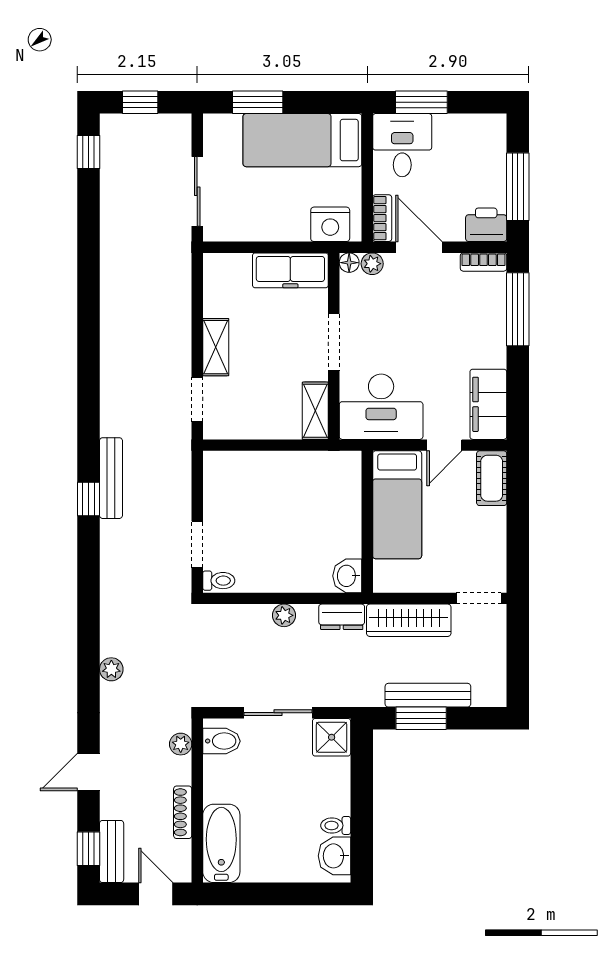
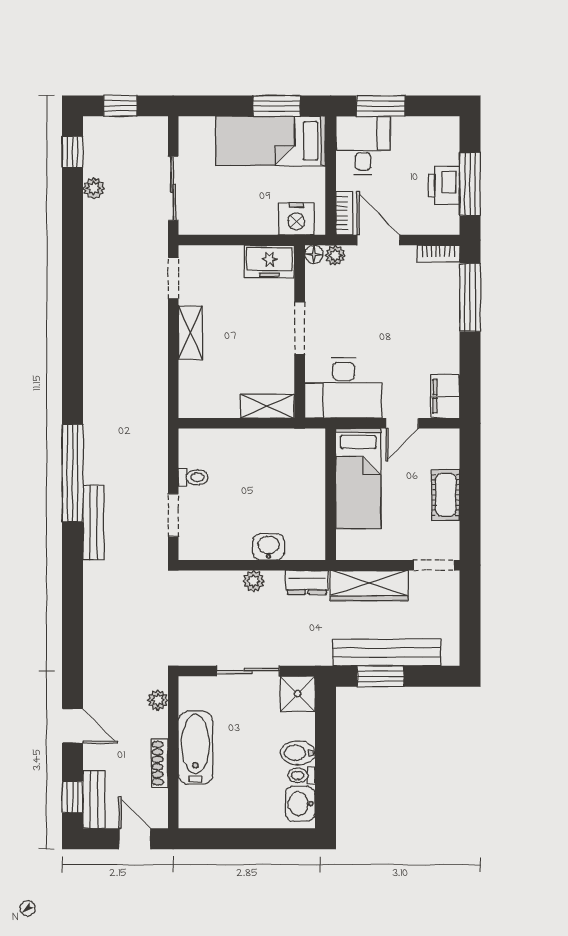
window: (258, 102) -> (277, 106), moved
printer: (486, 225) -> (444, 185), moved, turned -90
freezer: (290, 270) -> (269, 261), width x0.71
doorway: (197, 400) -> (173, 278), moved
filing cabinet: (488, 404) -> (445, 396), width x0.67, depth x0.86
shelving: (315, 411) -> (267, 406), moved, turned 90
bench: (111, 478) -> (93, 522), moved
cot: (492, 478) -> (446, 495), moved
window: (89, 499) -> (73, 473), width x3.17
washbasin: (347, 576) -> (269, 547), moved, turned 90
toilet: (219, 581) -> (193, 477), moved
plant: (111, 669) -> (94, 188), moved
bench: (428, 695) -> (387, 652), width x1.37, depth x1.21
bidet: (222, 741) -> (298, 753), moved, turned 180
door: (89, 772) -> (73, 726), swing flipped
bathtub: (221, 843) -> (196, 748), moved

